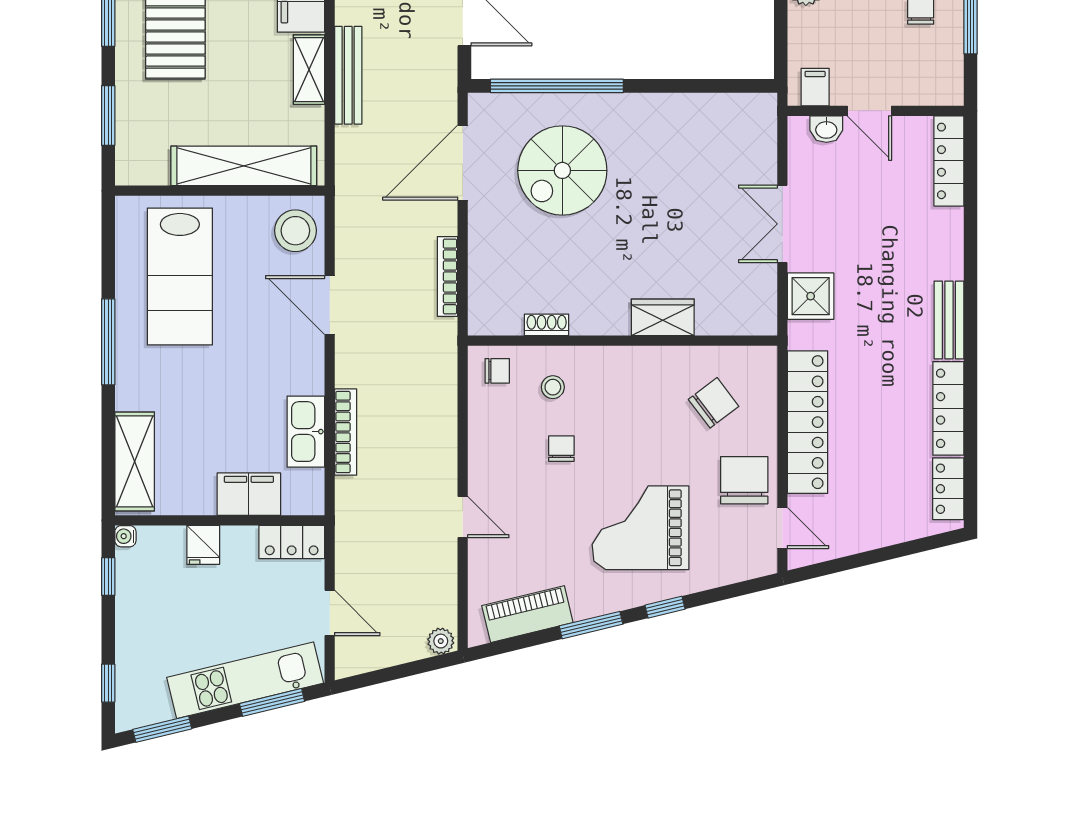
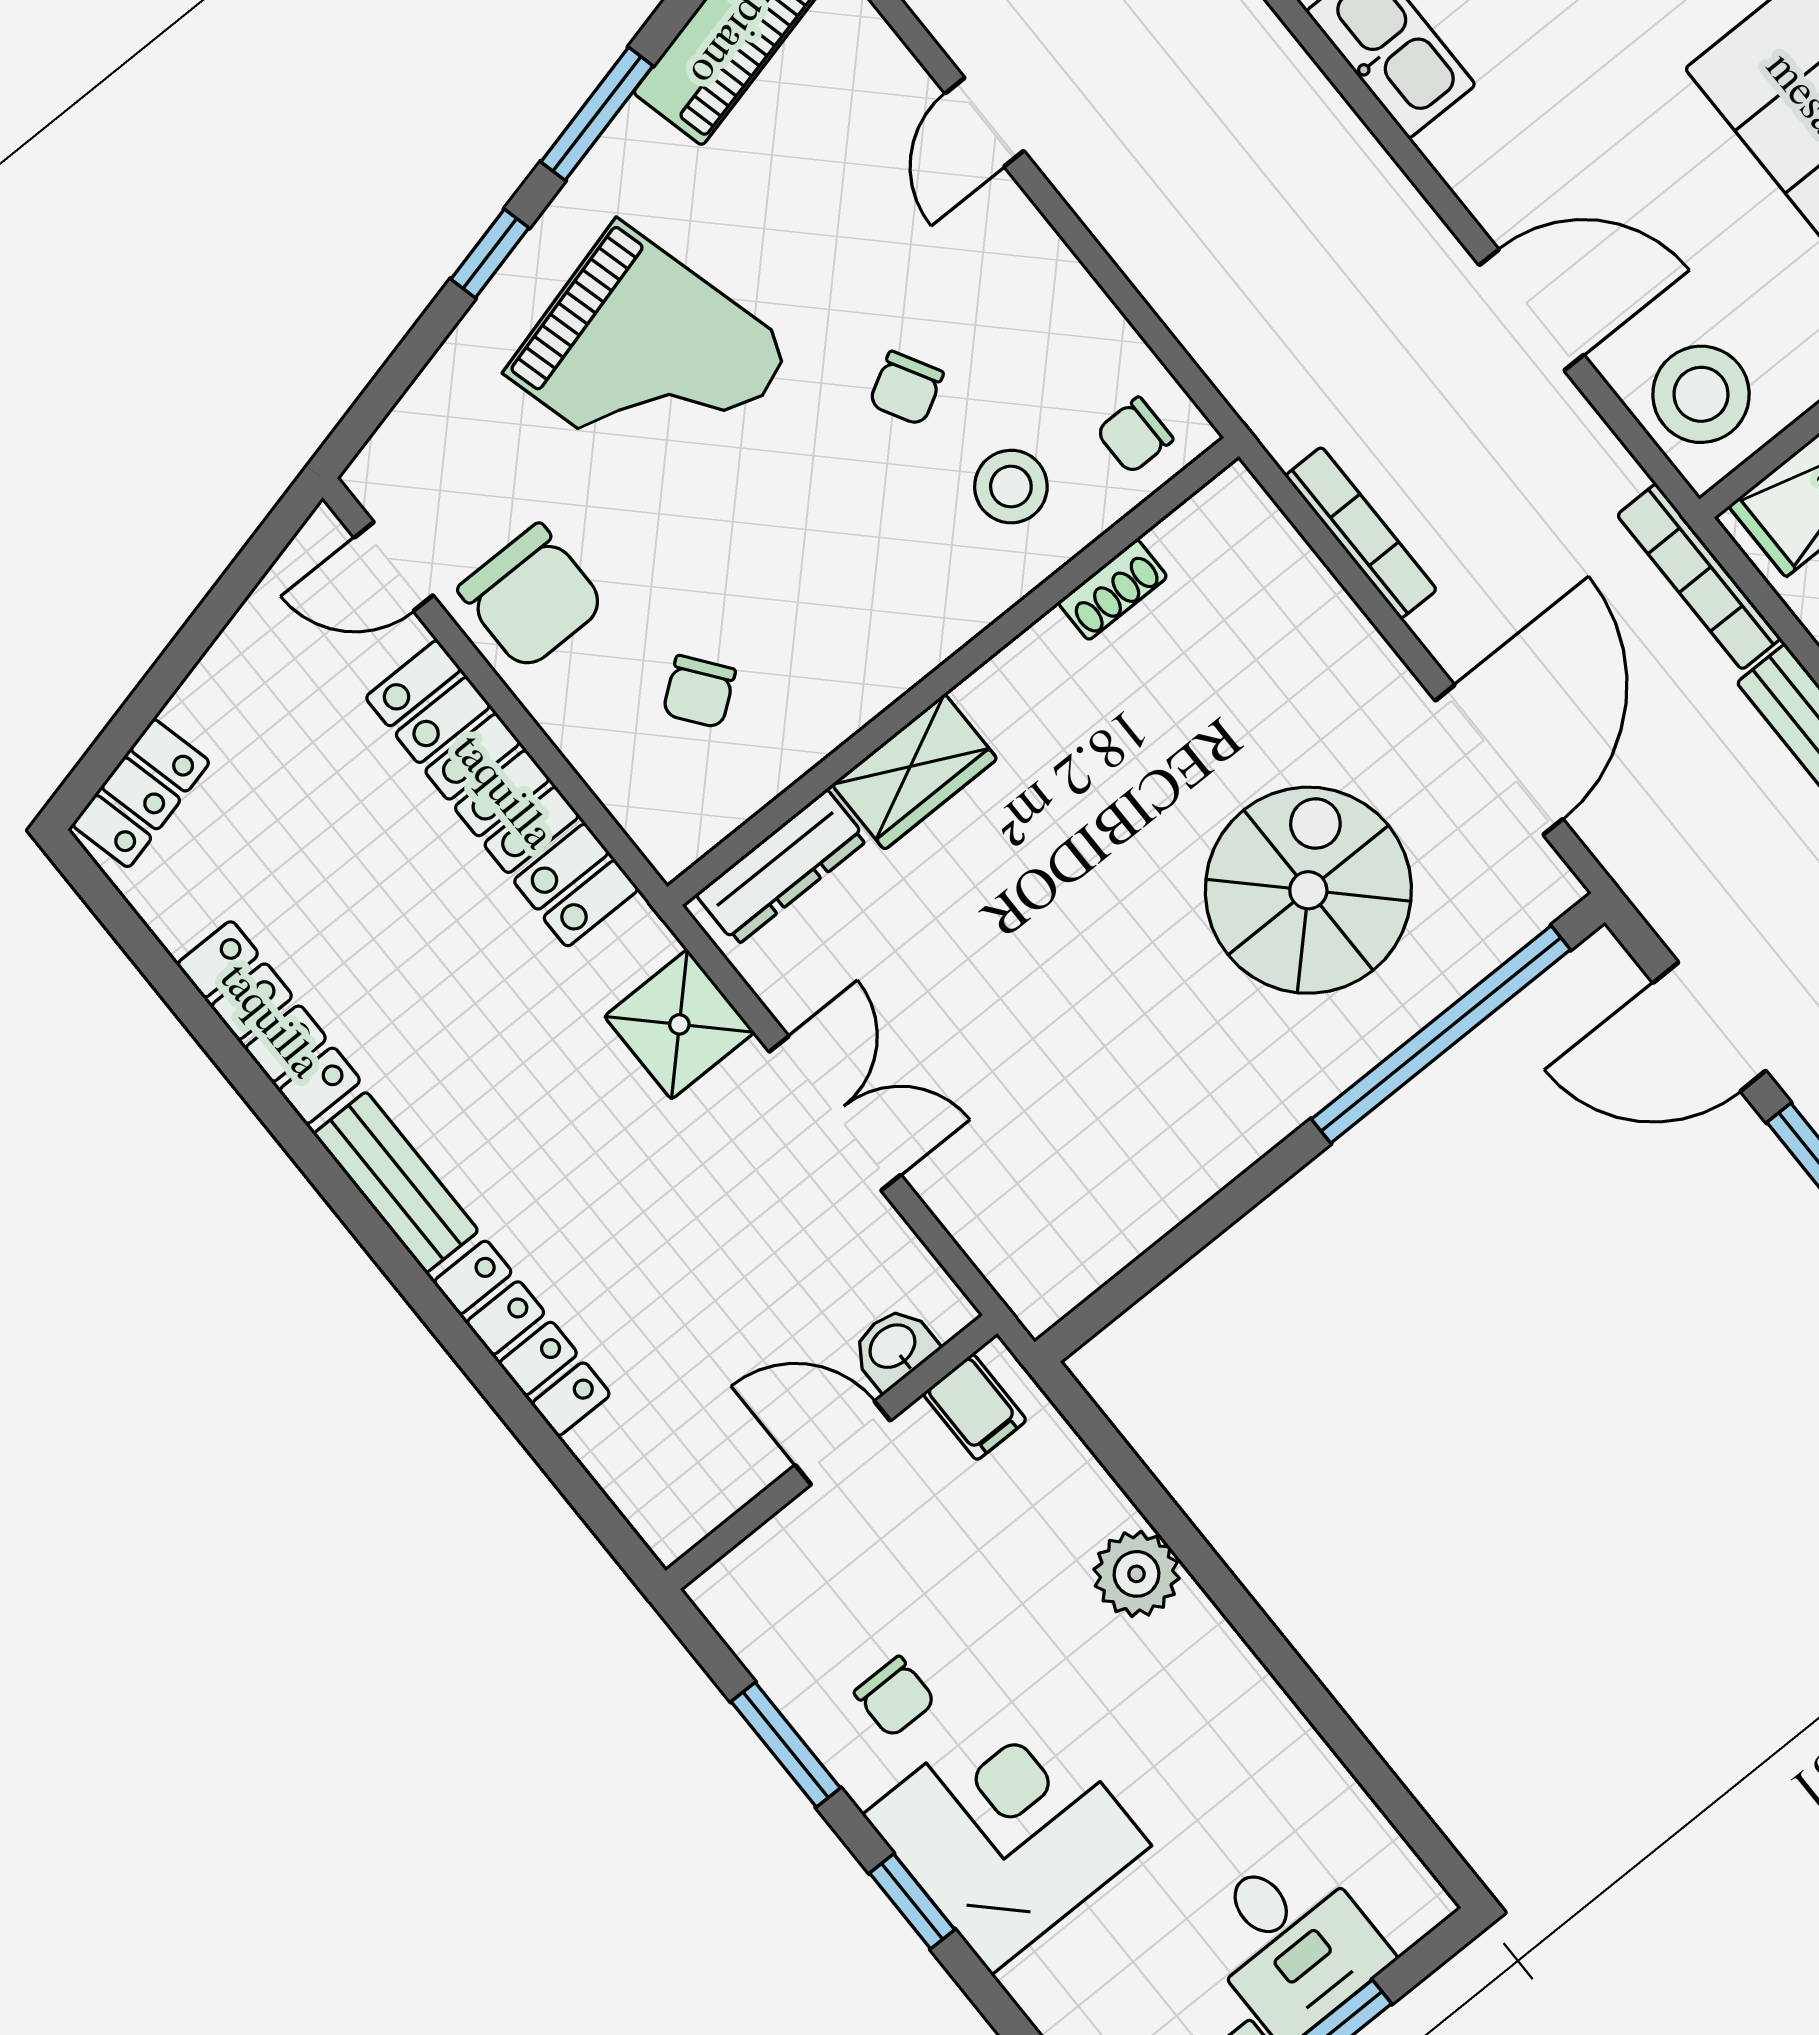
locker: (949, 161) -> (522, 1338), moved
dresser: (733, 321) -> (782, 867), added
stool: (553, 387) -> (1011, 487), width x1.37, depth x1.37
chair: (714, 403) -> (699, 692), width x0.73, depth x0.73
bookcase: (346, 432) -> (1699, 577), moved
chair: (561, 449) -> (906, 388), turned 61
locker: (948, 489) -> (141, 793), moved, turned 76
door: (463, 517) -> (984, 122), hinge flipped
grand piano: (640, 528) -> (649, 361), turned 75

